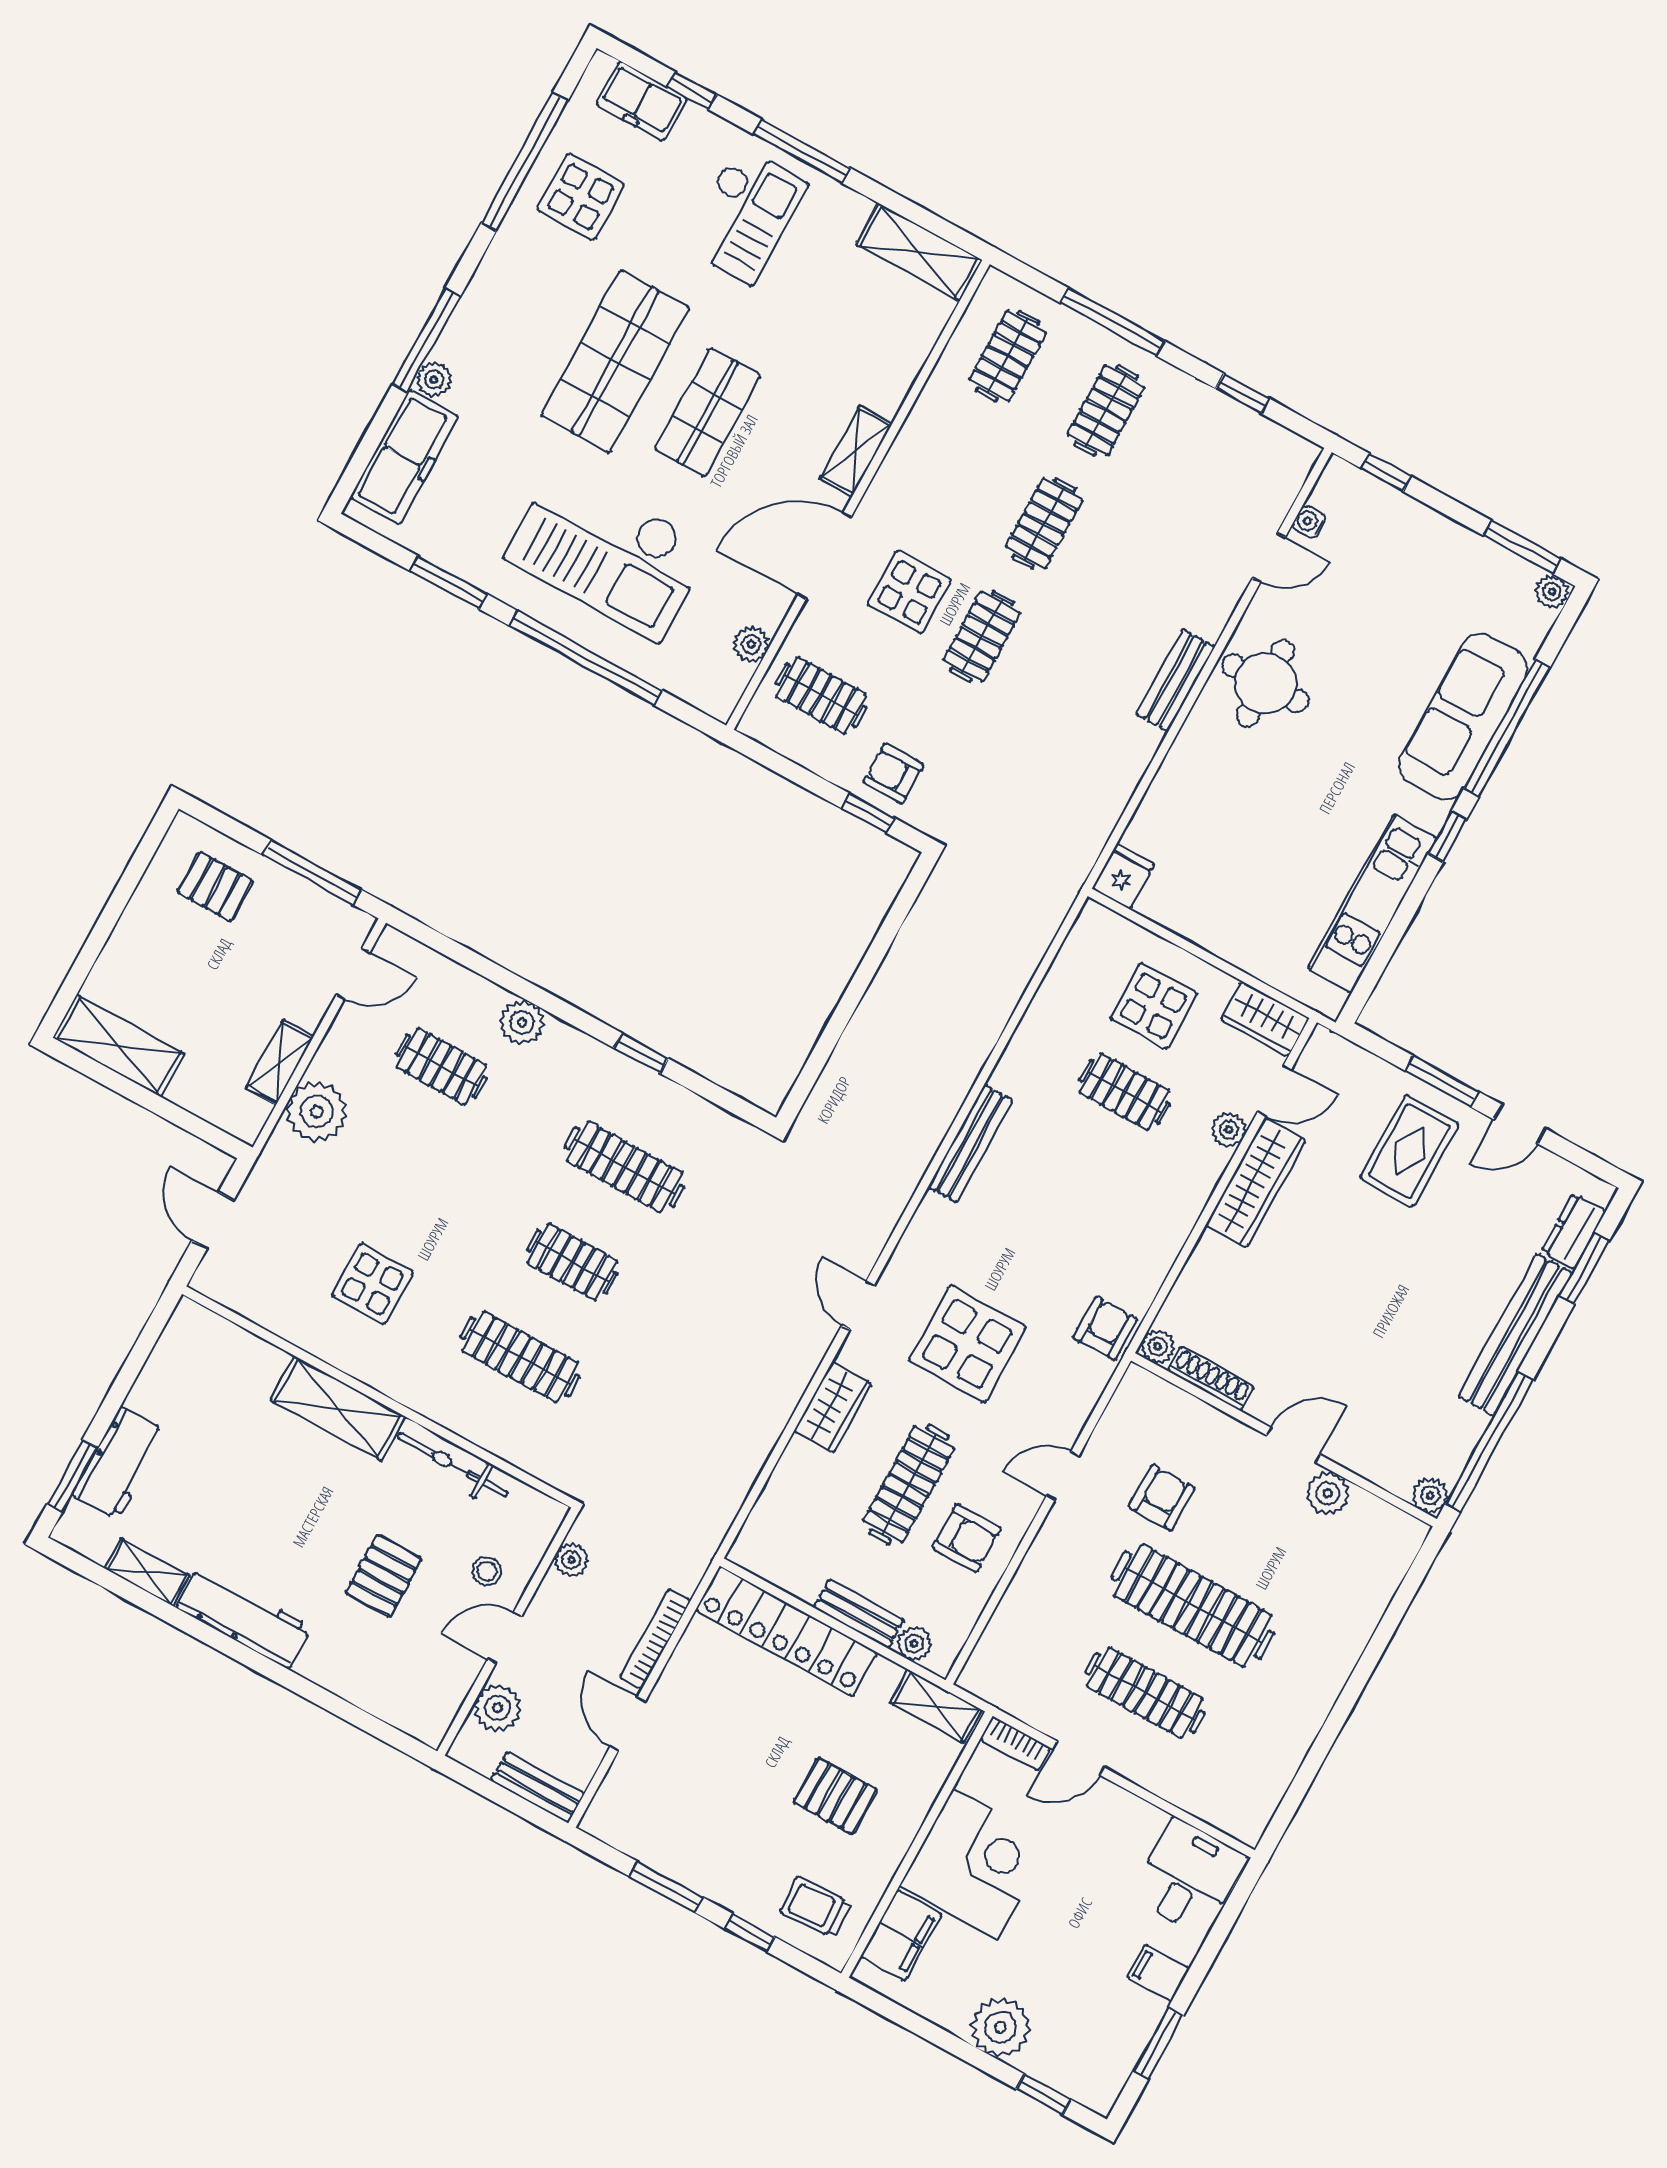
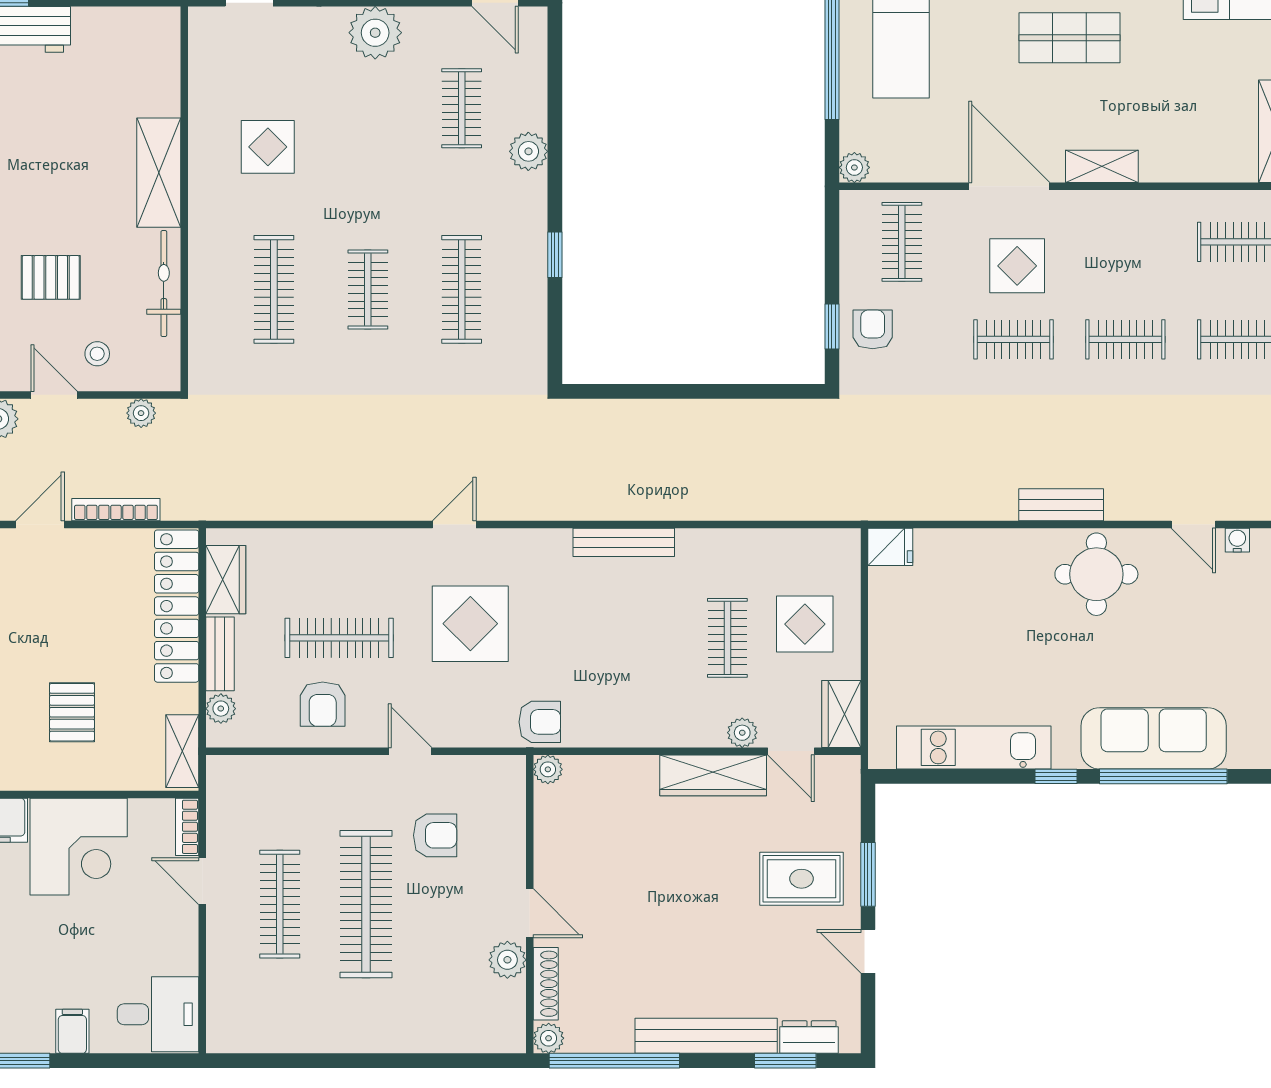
plant: (751, 644) -> (854, 167), moved
shoe rack: (1211, 1379) -> (546, 984), moved
wardrobe: (833, 1407) -> (226, 580), moved, turned -90

